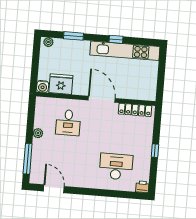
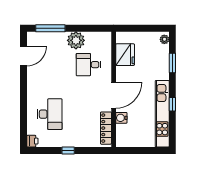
water cooler: (43, 86) -> (121, 118), moved
plant: (38, 133) -> (76, 40), width x1.87, depth x1.87

